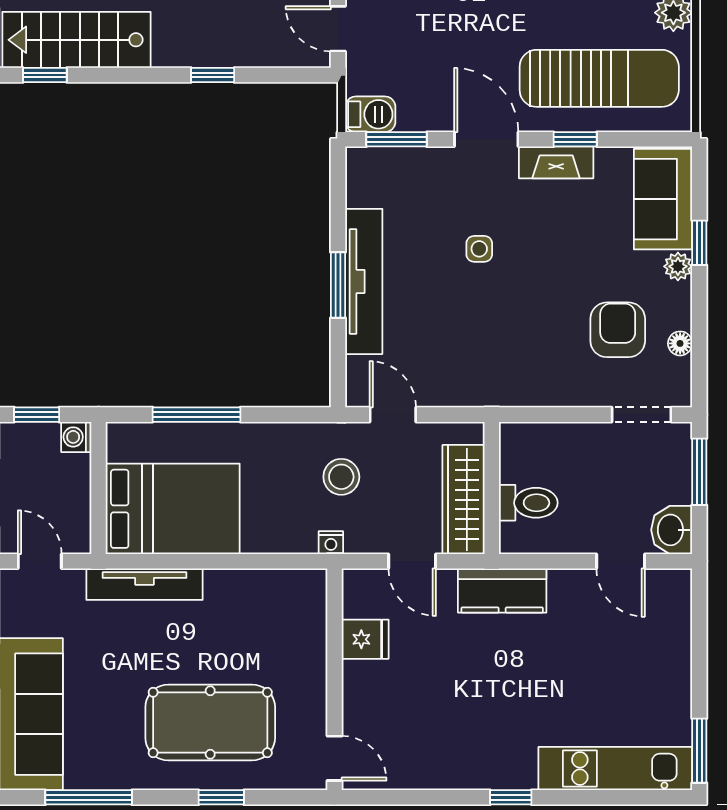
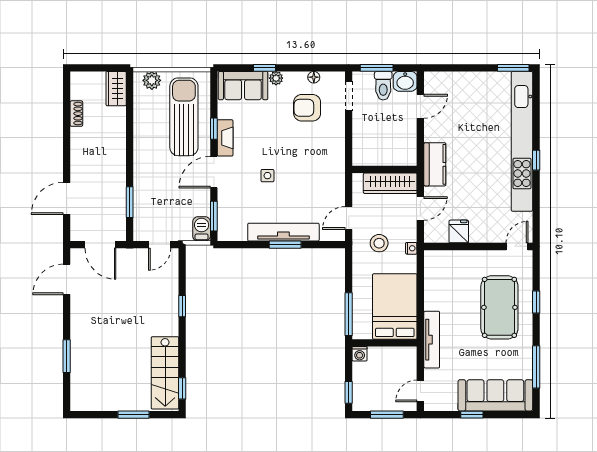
washing machine: (76, 437) -> (360, 354), moved
wall: (98, 488) -> (385, 343), moved
toilet: (528, 503) -> (383, 86), moved, turned 180
bed: (173, 509) -> (395, 307), moved
kitchen unit: (615, 768) -> (522, 141), width x1.86

